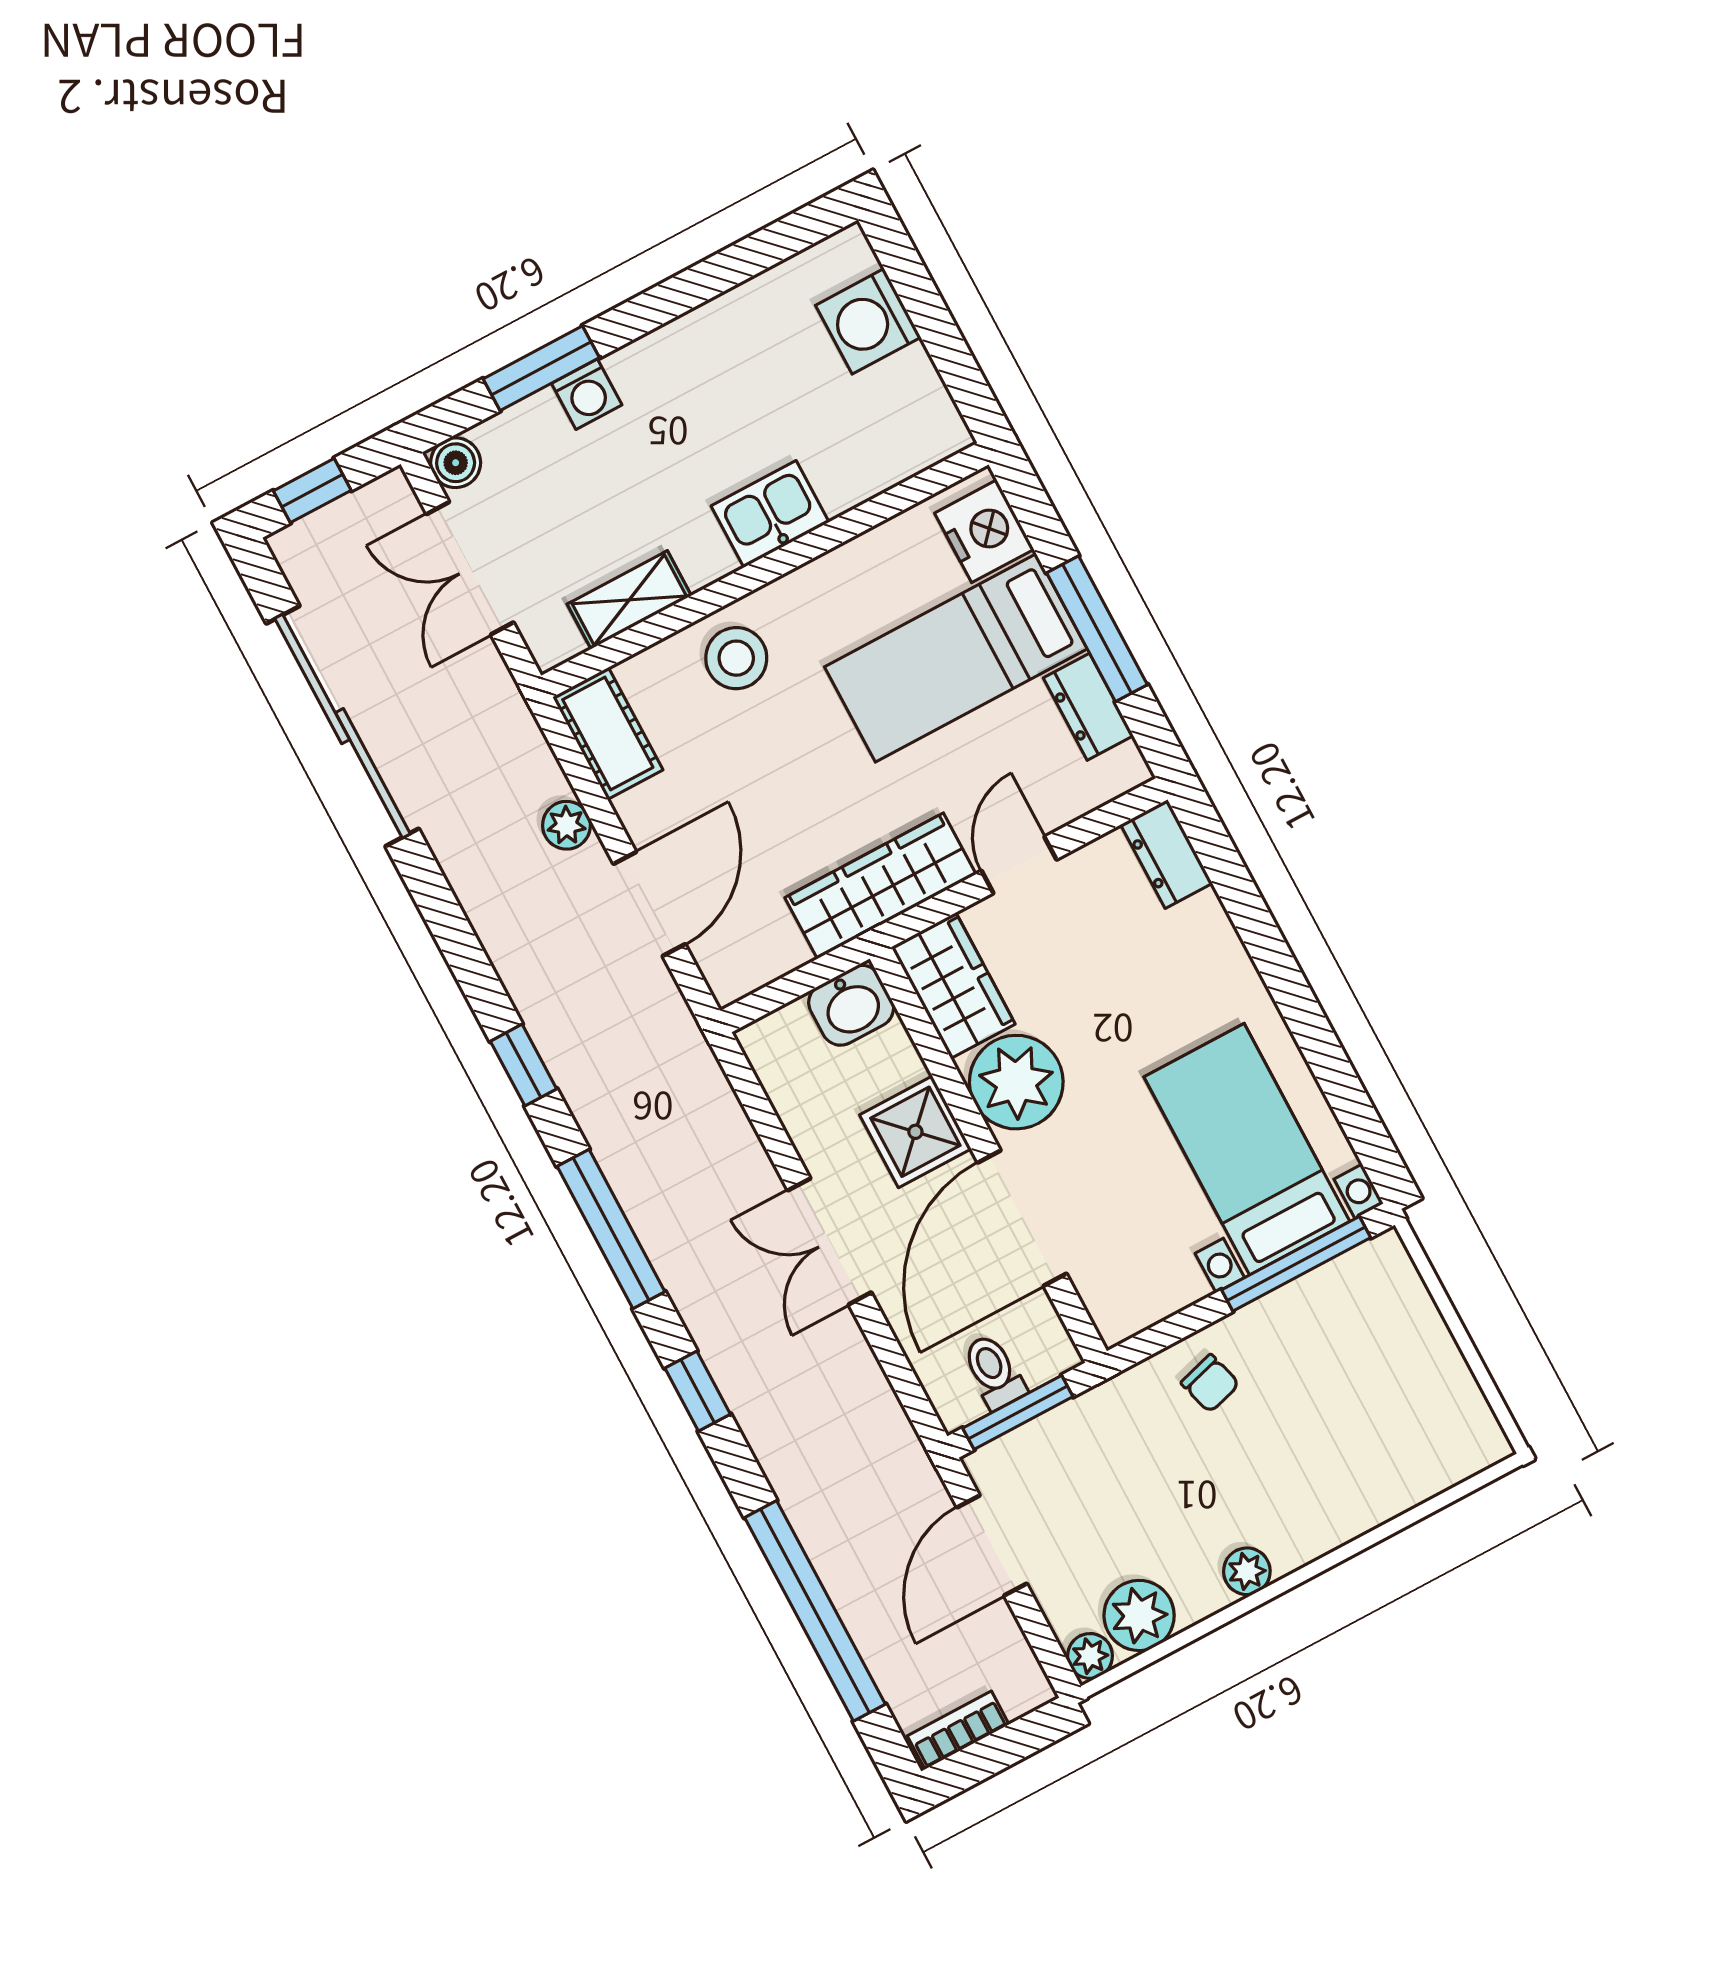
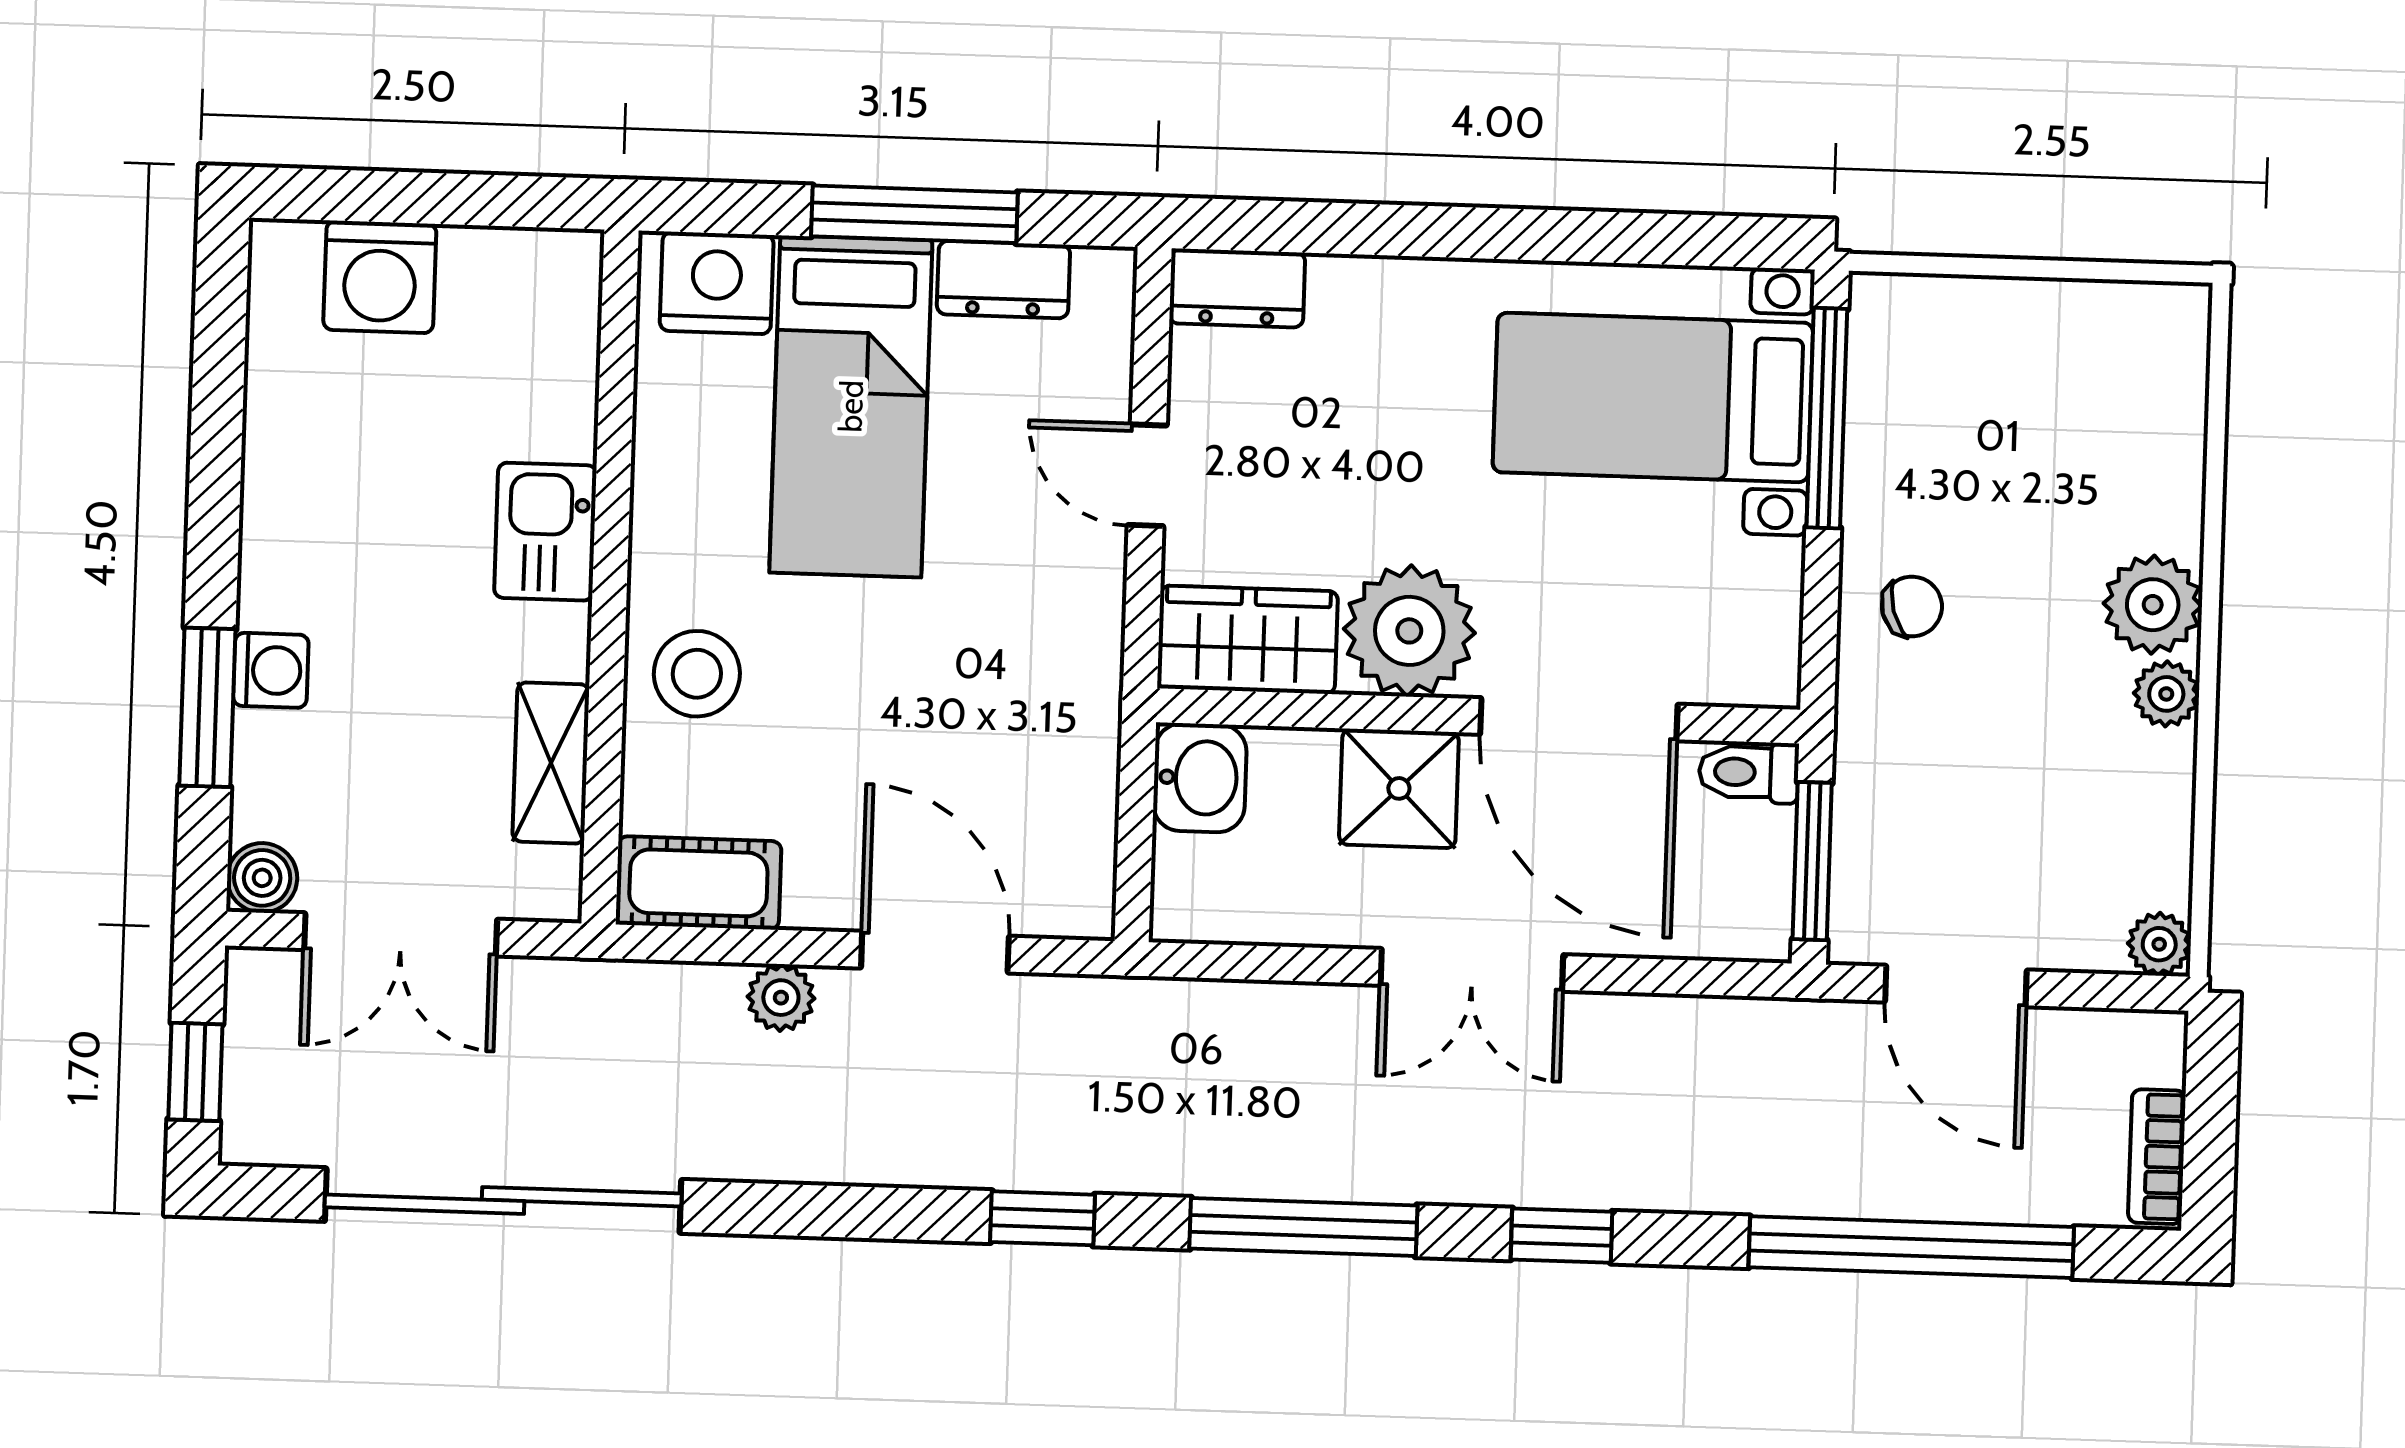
wardrobe: (880, 886) -> (1075, 658), removed
toilet: (994, 1372) -> (1749, 772), moved
plant: (1139, 1615) -> (2153, 605), moved

